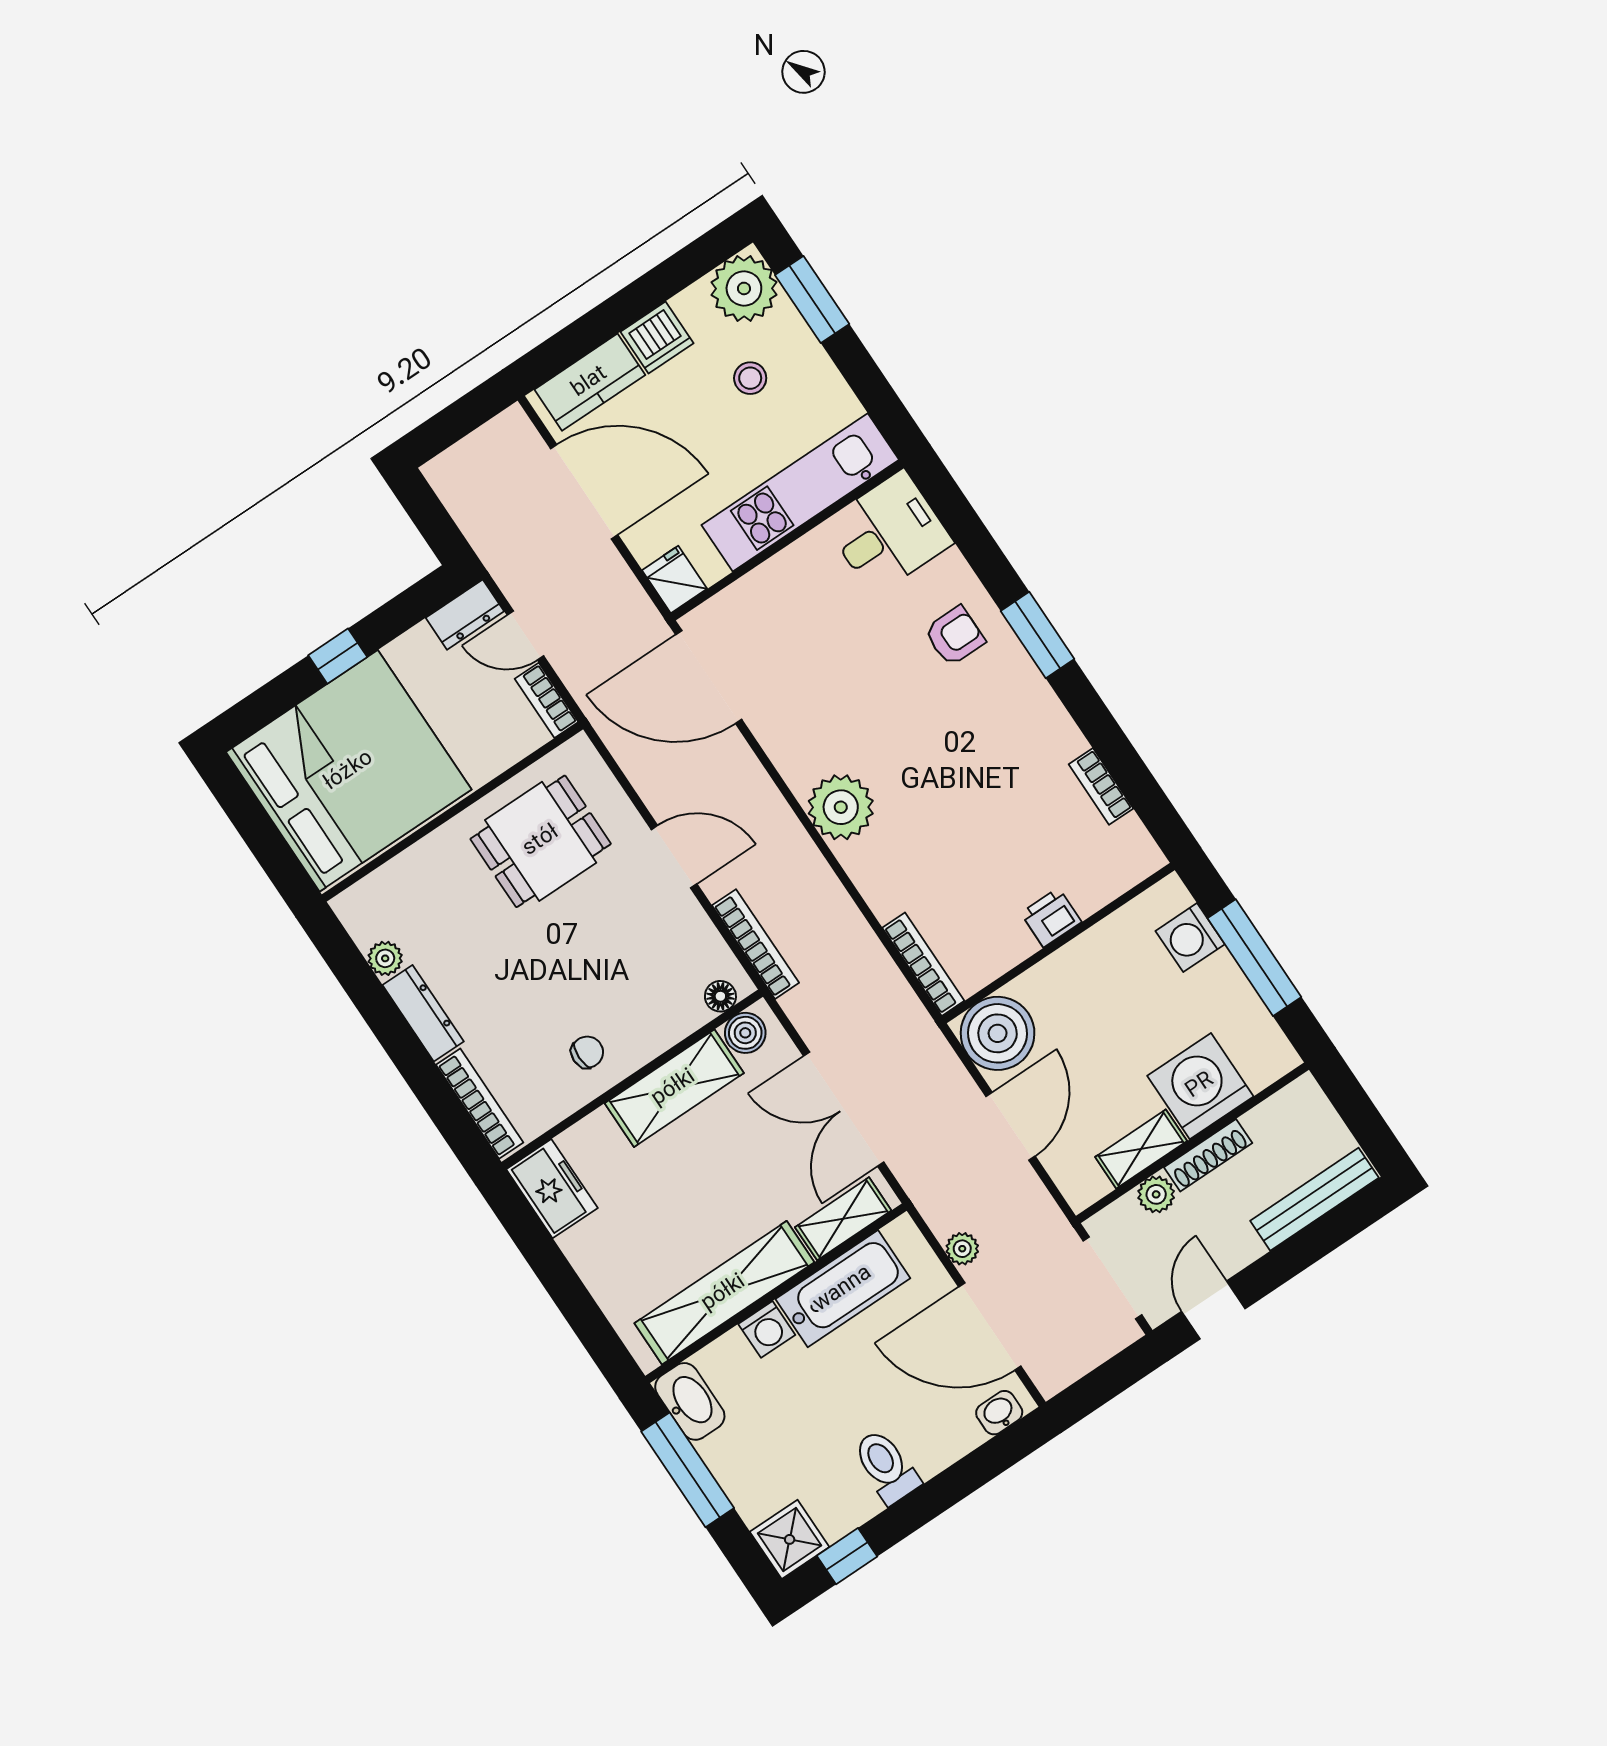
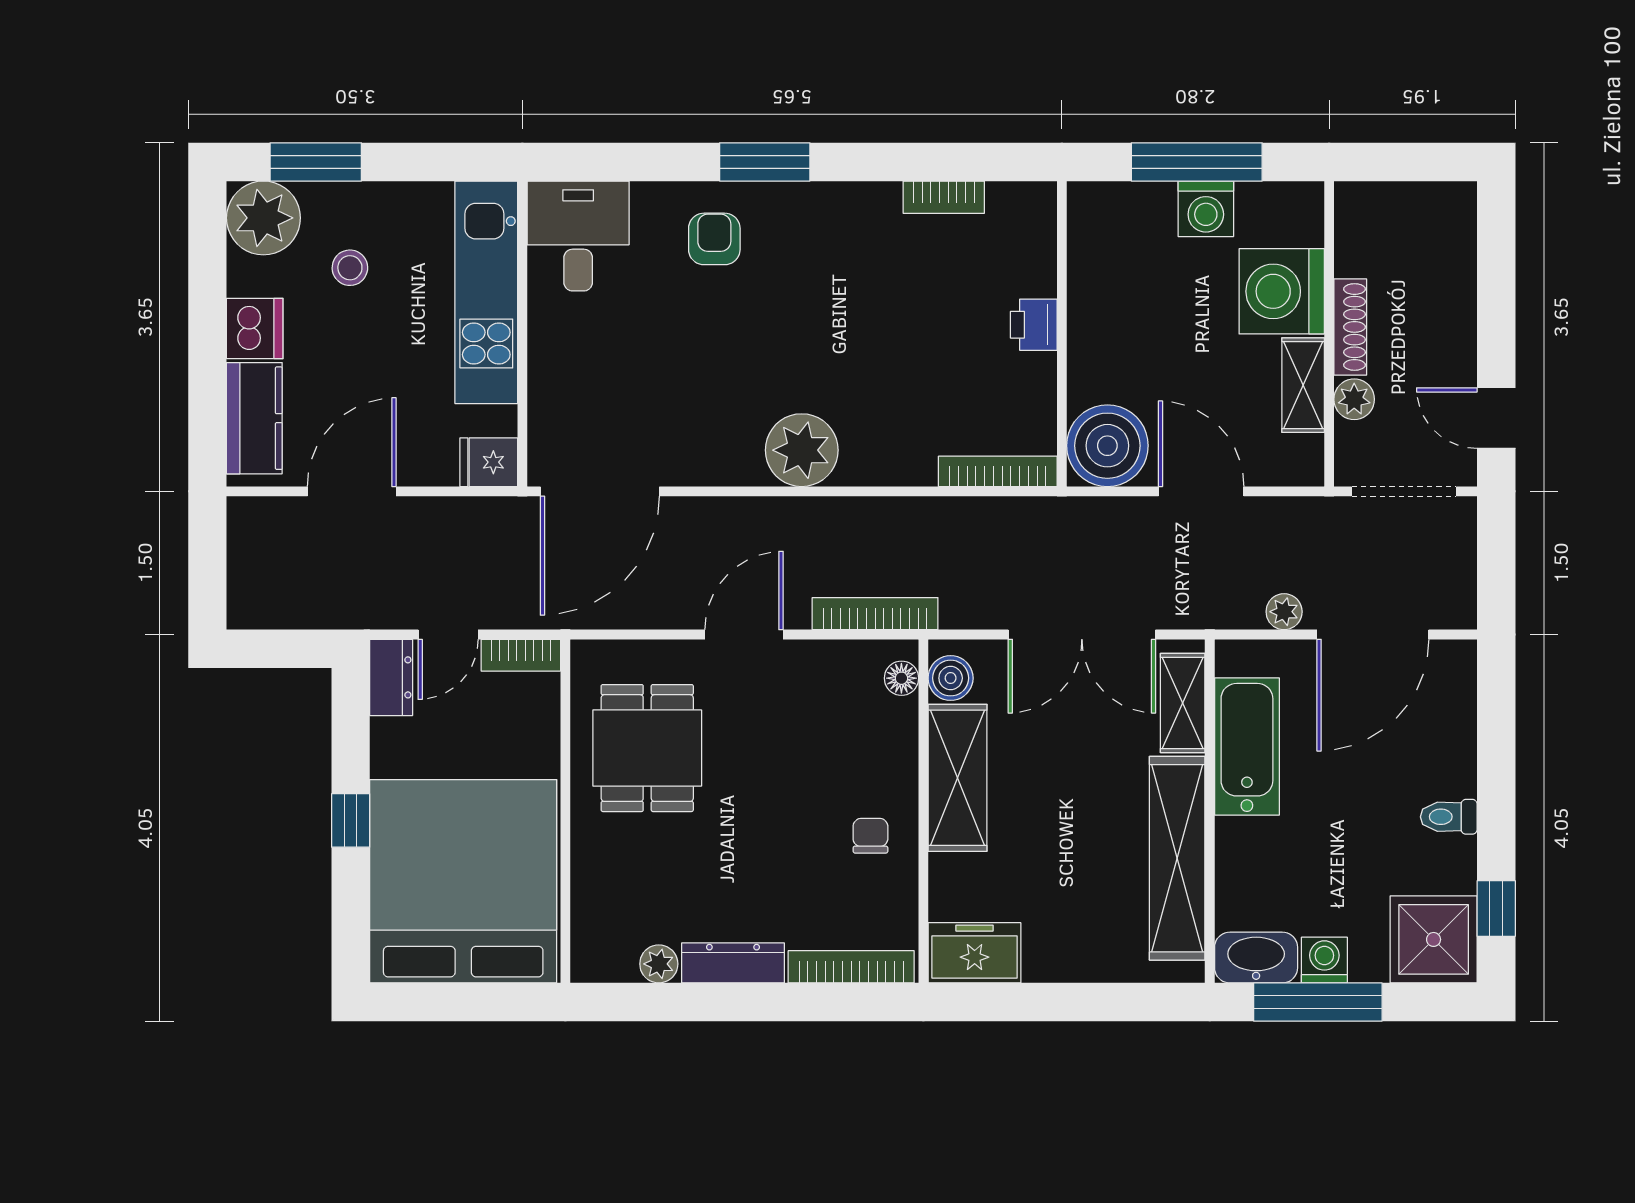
door: (584, 492) -> (352, 491), width x0.73
washing machine: (1190, 938) -> (1206, 209), moved
bench: (1314, 1199) -> (1457, 256), removed
washing machine: (767, 1329) -> (1324, 960), moved, turned -90
washbasin: (999, 1413) -> (1458, 679), removed
toilet: (886, 1466) -> (1449, 817), width x0.73, depth x0.72
shower: (790, 1539) -> (1434, 939), width x1.36, depth x1.36

